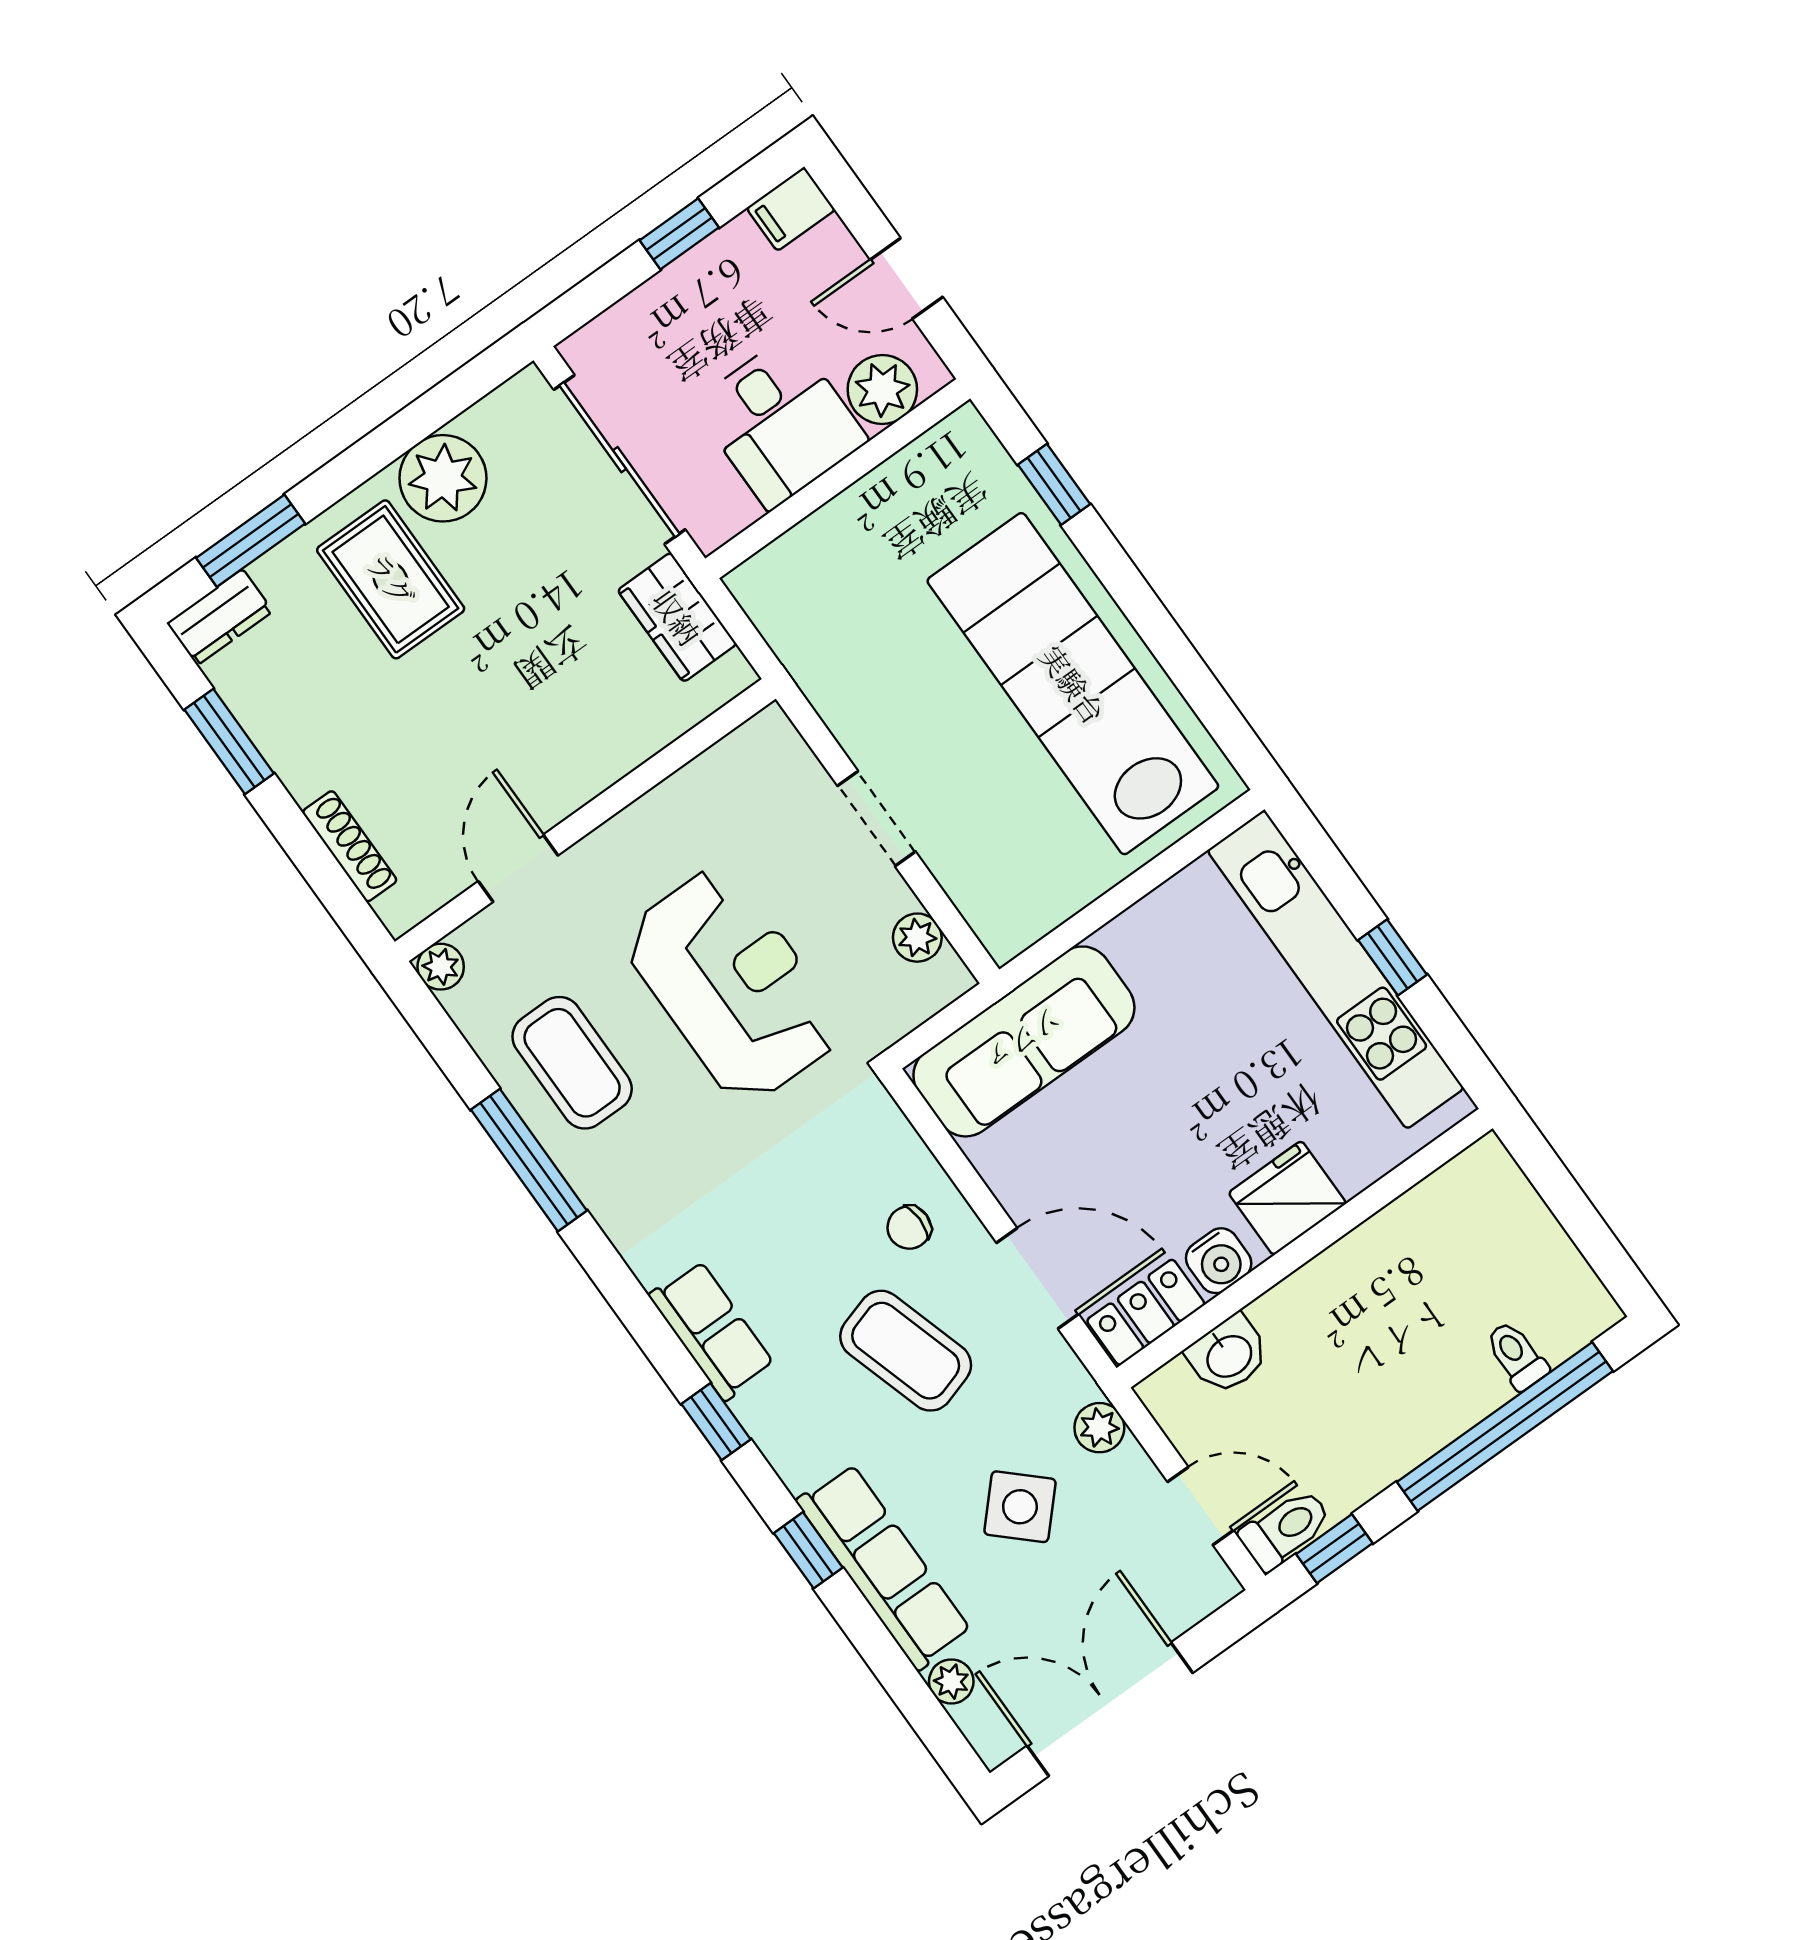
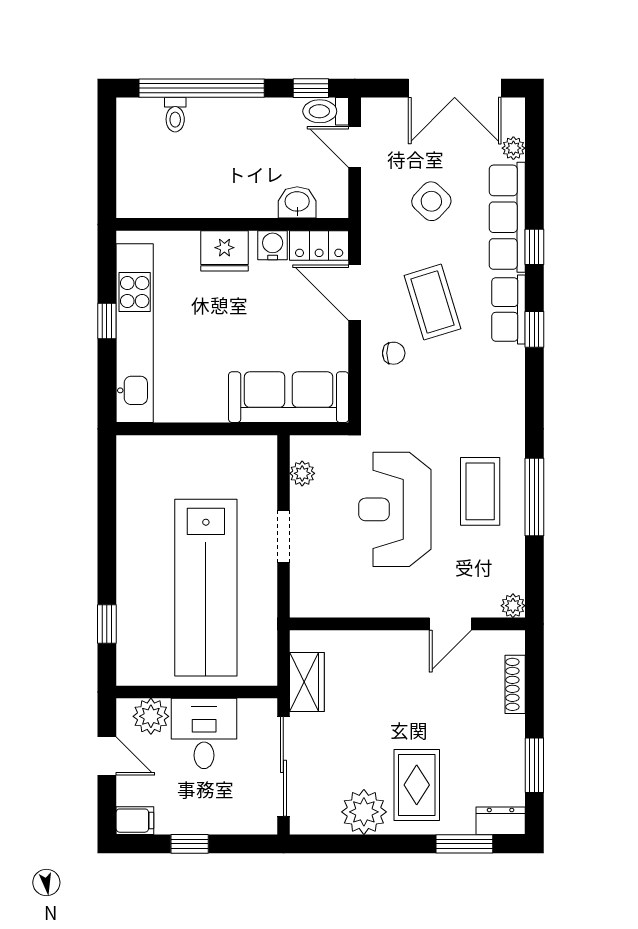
lab bench: (1073, 684) -> (206, 588), moved
coffee table: (572, 1063) -> (480, 491), moved
row of seats: (712, 1330) -> (508, 309), moved
plant: (1099, 1428) -> (374, 211), removed

